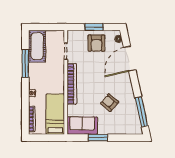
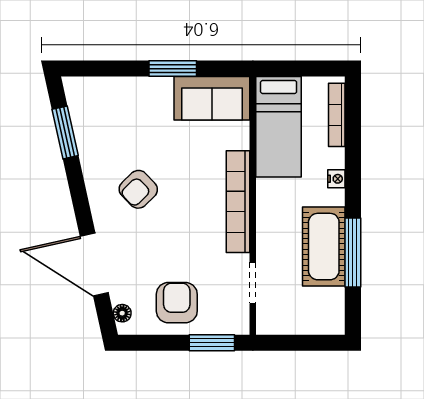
window: (94, 27) -> (212, 343), moved
cot: (37, 46) -> (324, 247), moved
door: (130, 59) -> (94, 264), swing flipped
armchair: (110, 103) -> (138, 189), moved, turned 96
window: (141, 112) -> (65, 132), width x0.69

